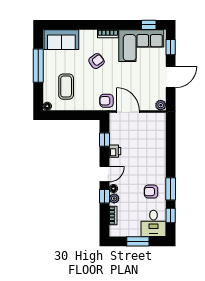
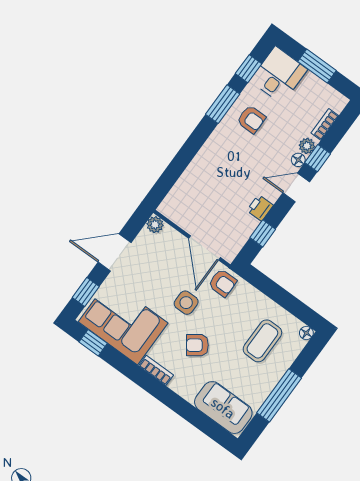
side table: (117, 78) -> (186, 303), added

